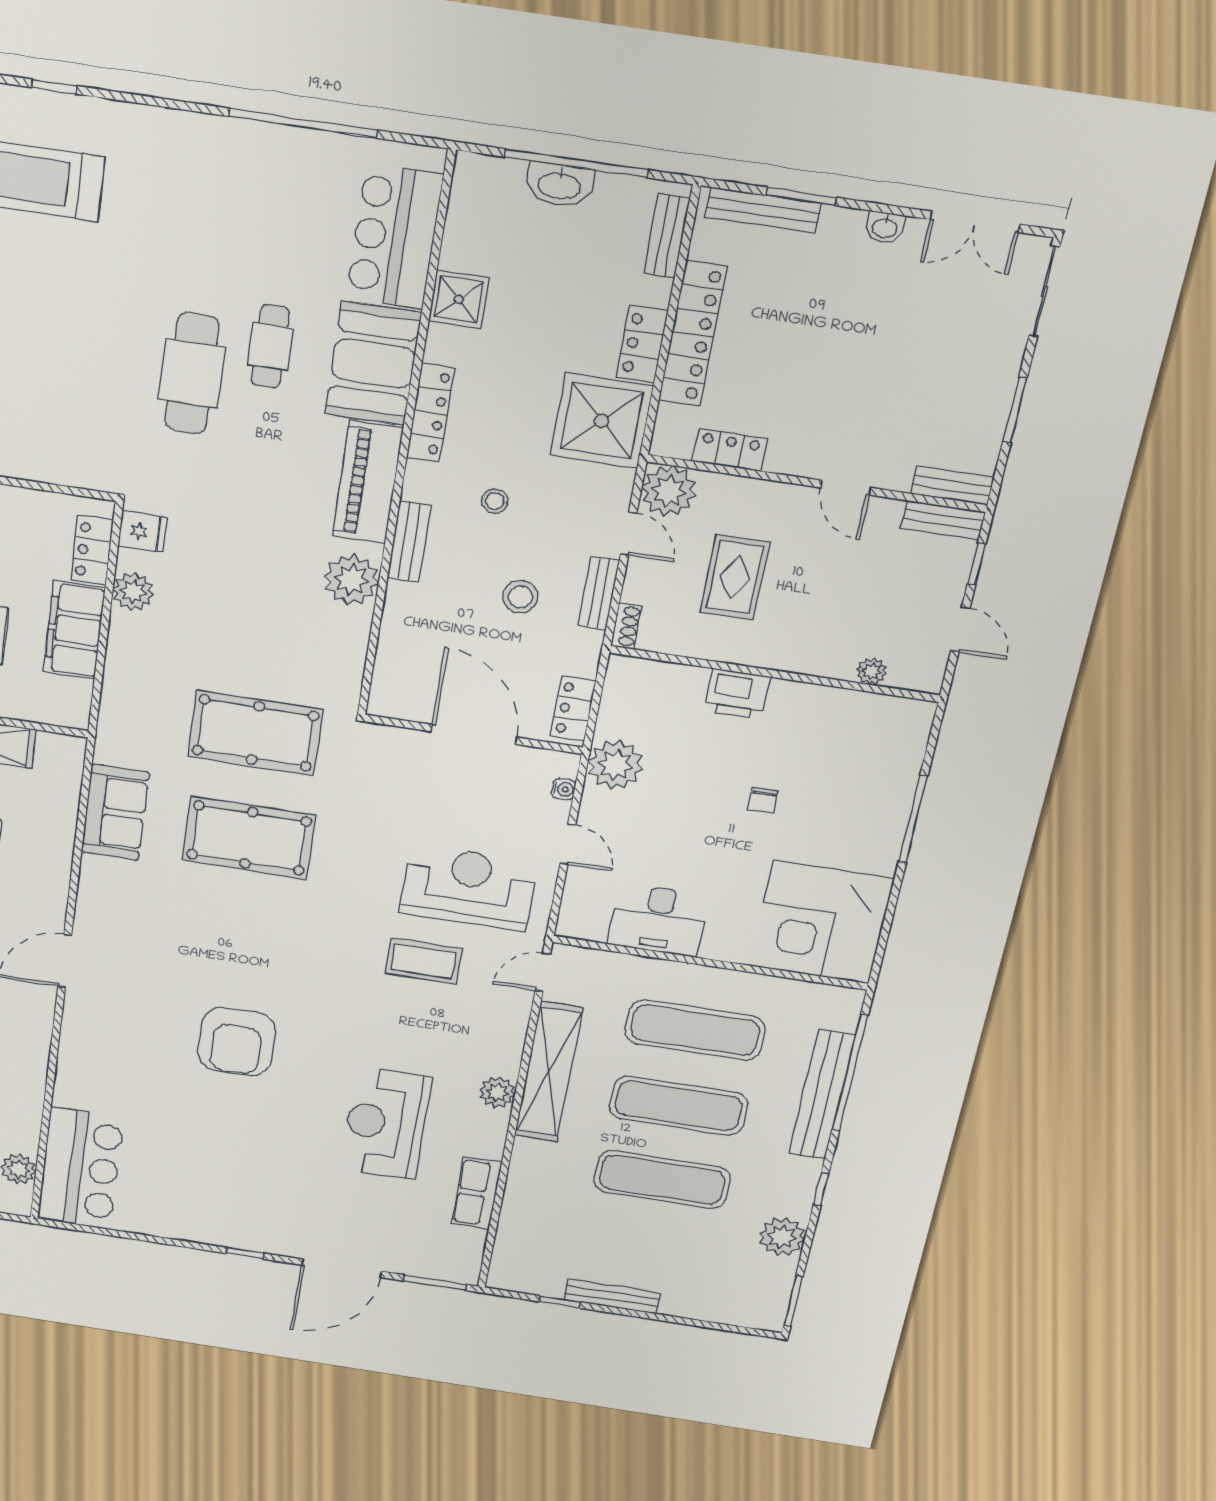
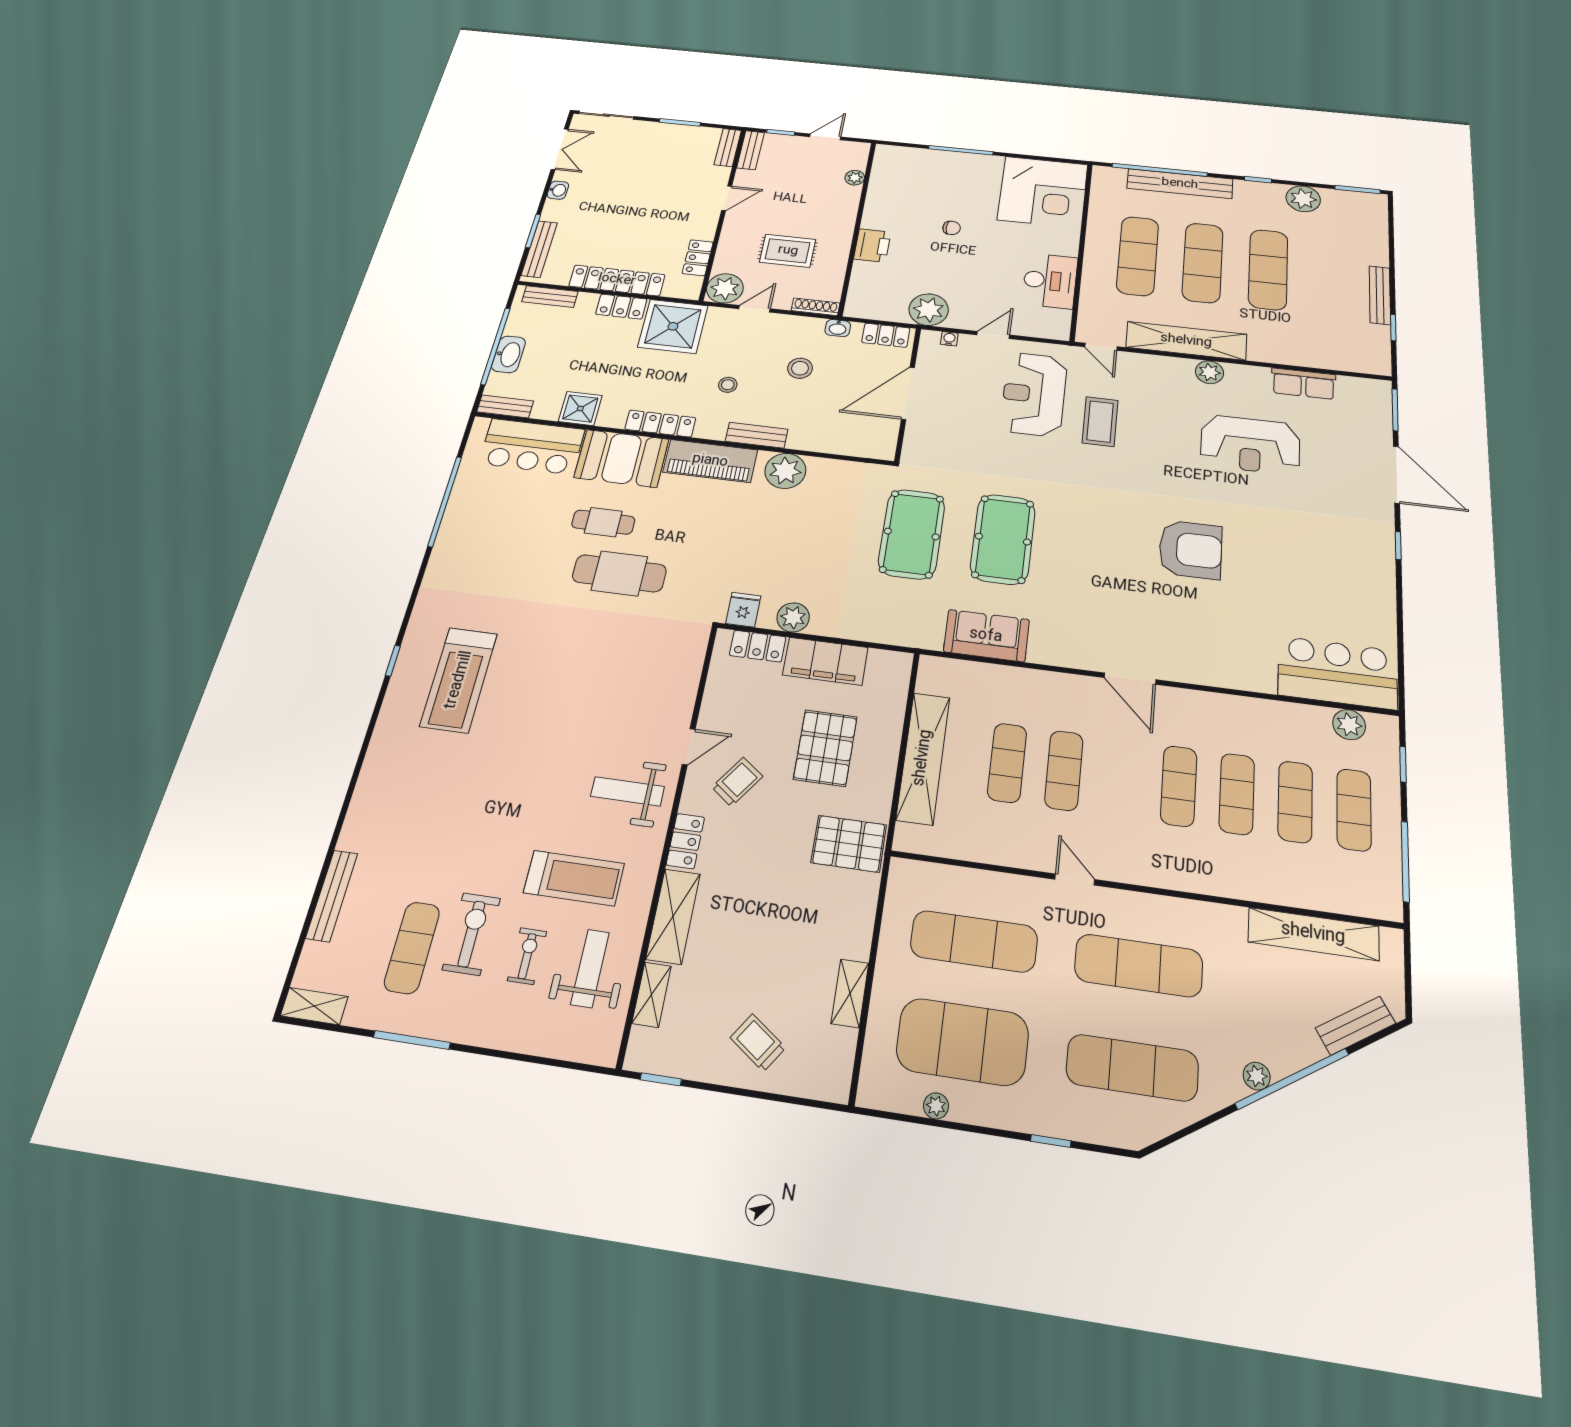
bench: (598, 593) -> (505, 406), moved
shoe rack: (626, 626) -> (816, 307), width x1.43
washbasin: (588, 646) -> (838, 328), added

